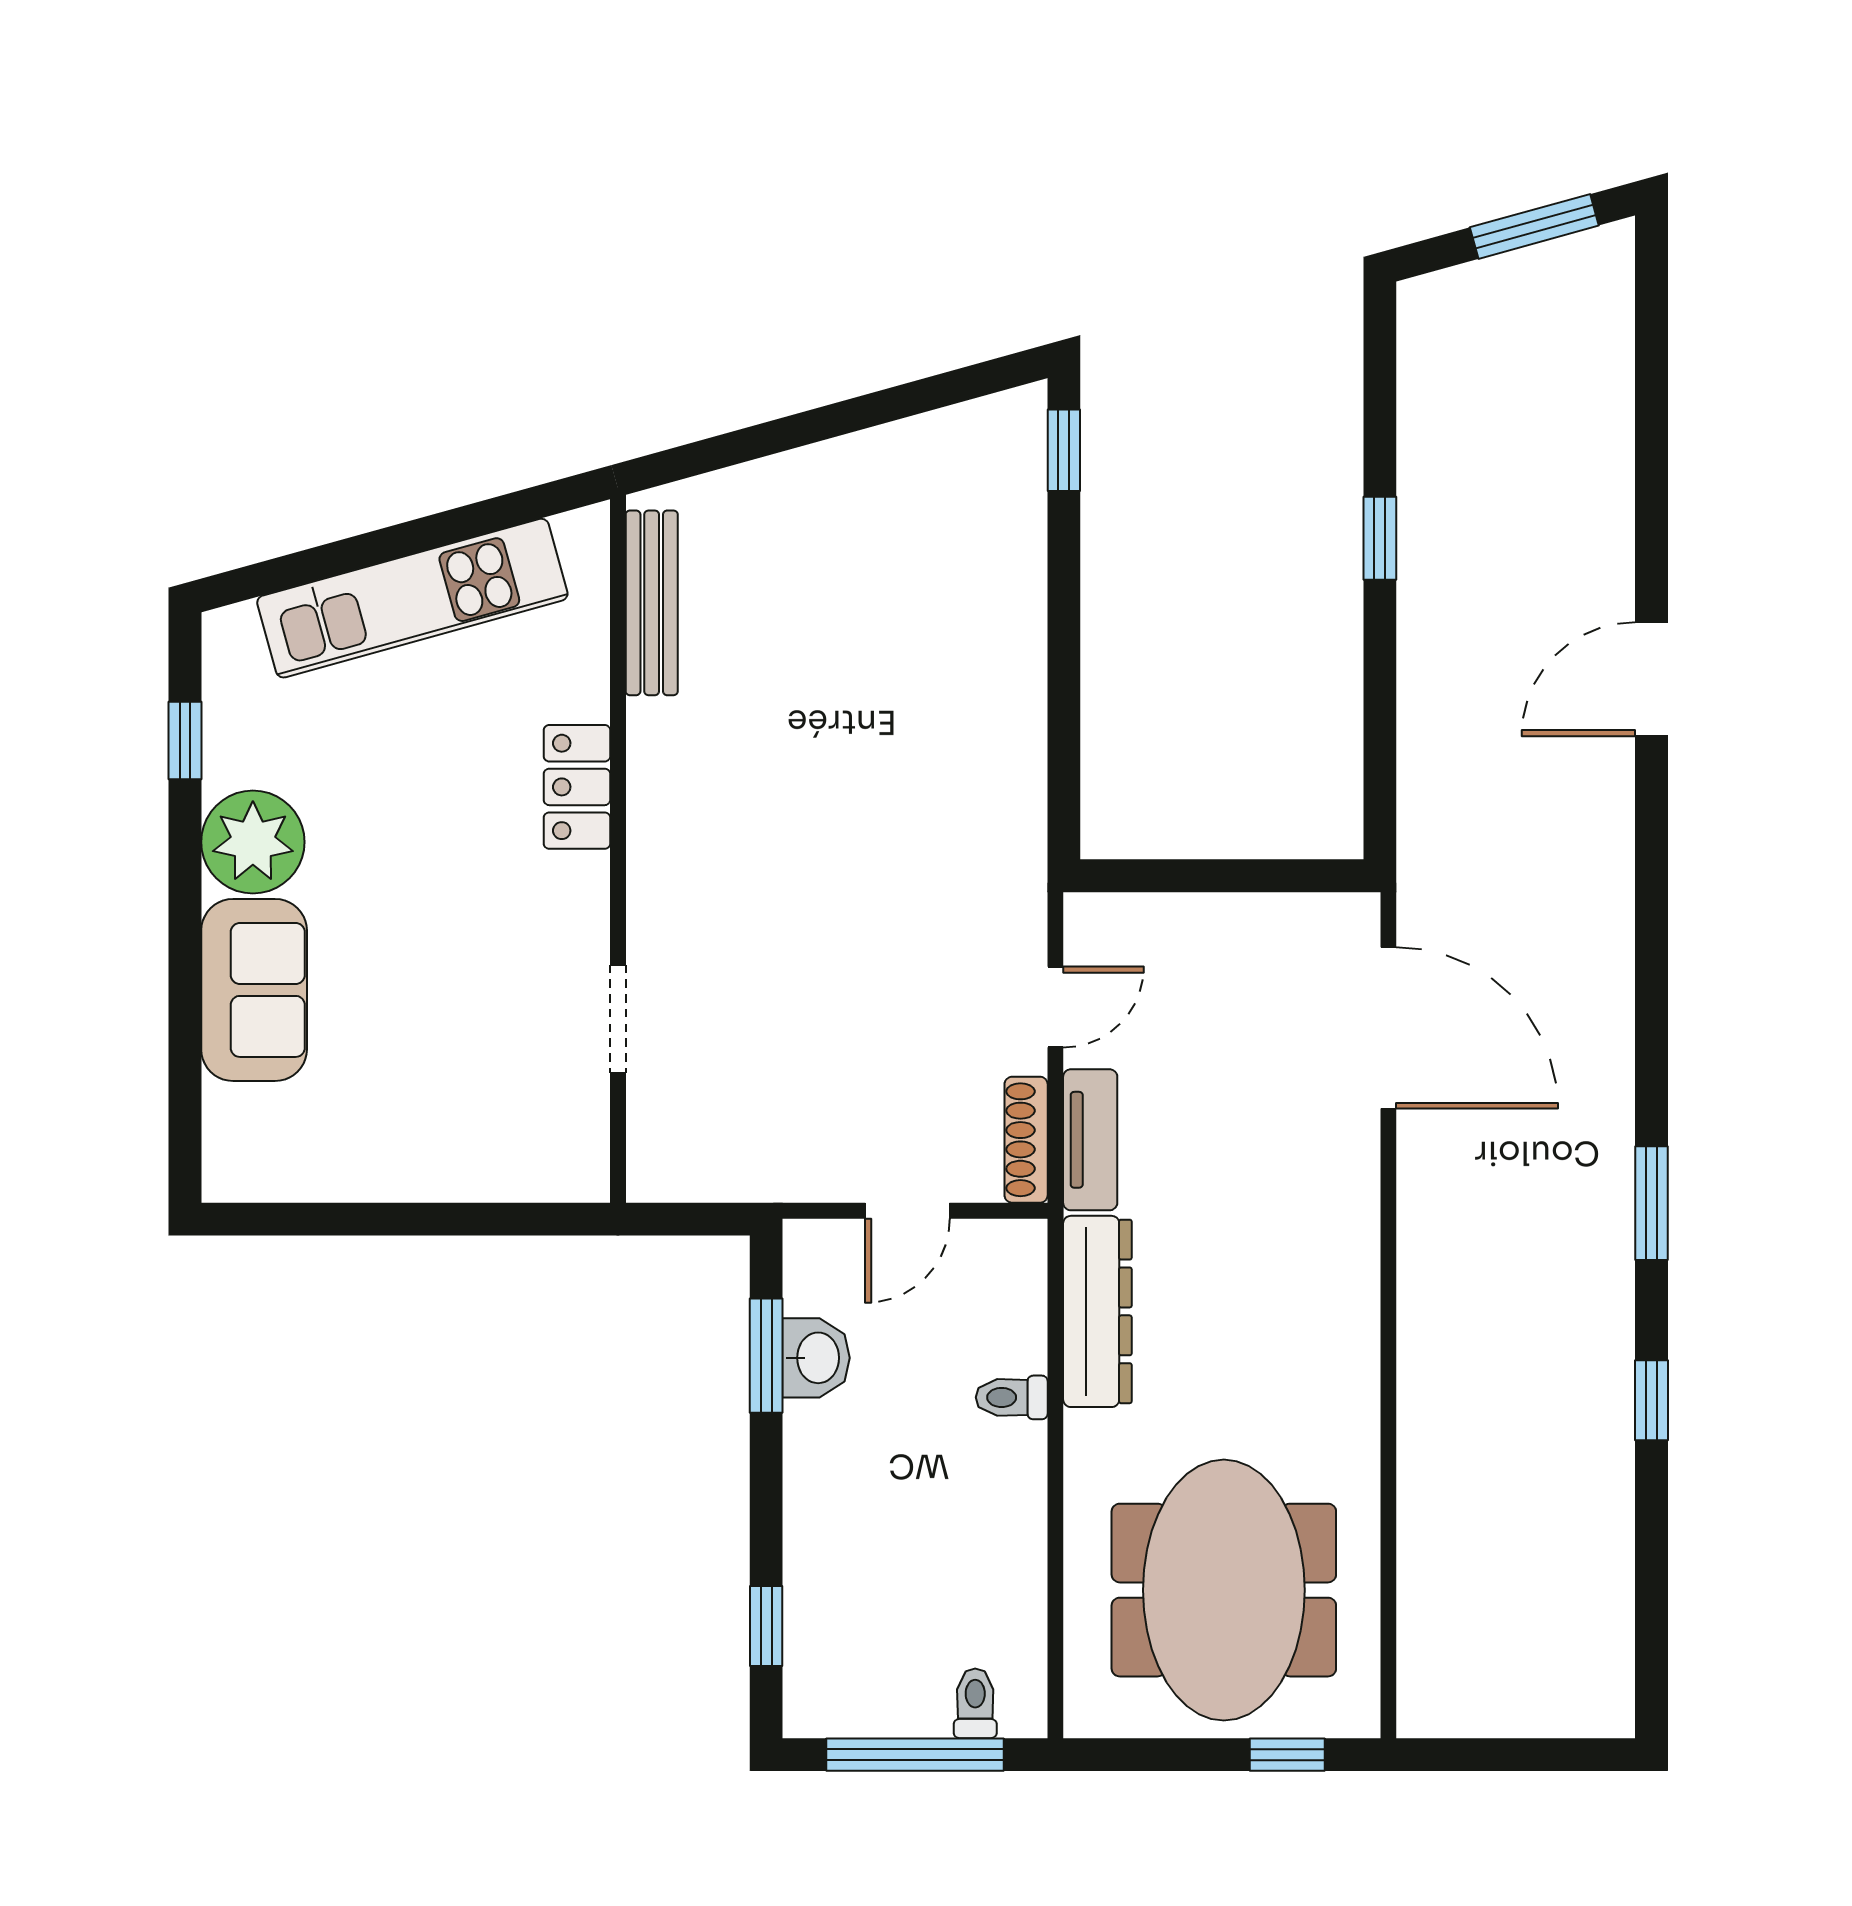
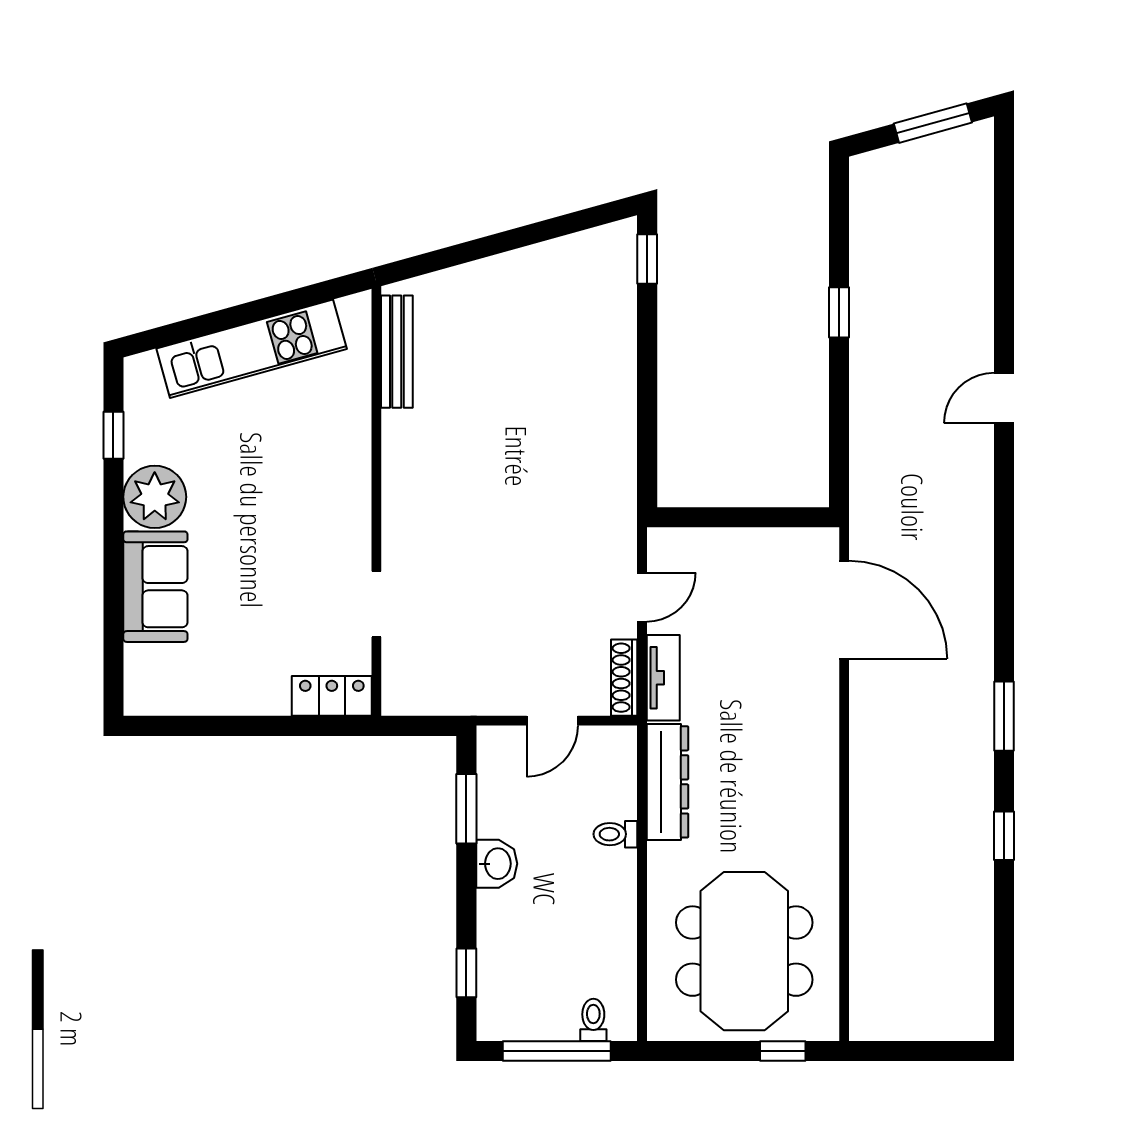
door: (1652, 679) -> (1004, 398), width x0.73
locker: (577, 787) -> (332, 696), moved, turned 90
washbasin: (816, 1358) -> (497, 864), moved

